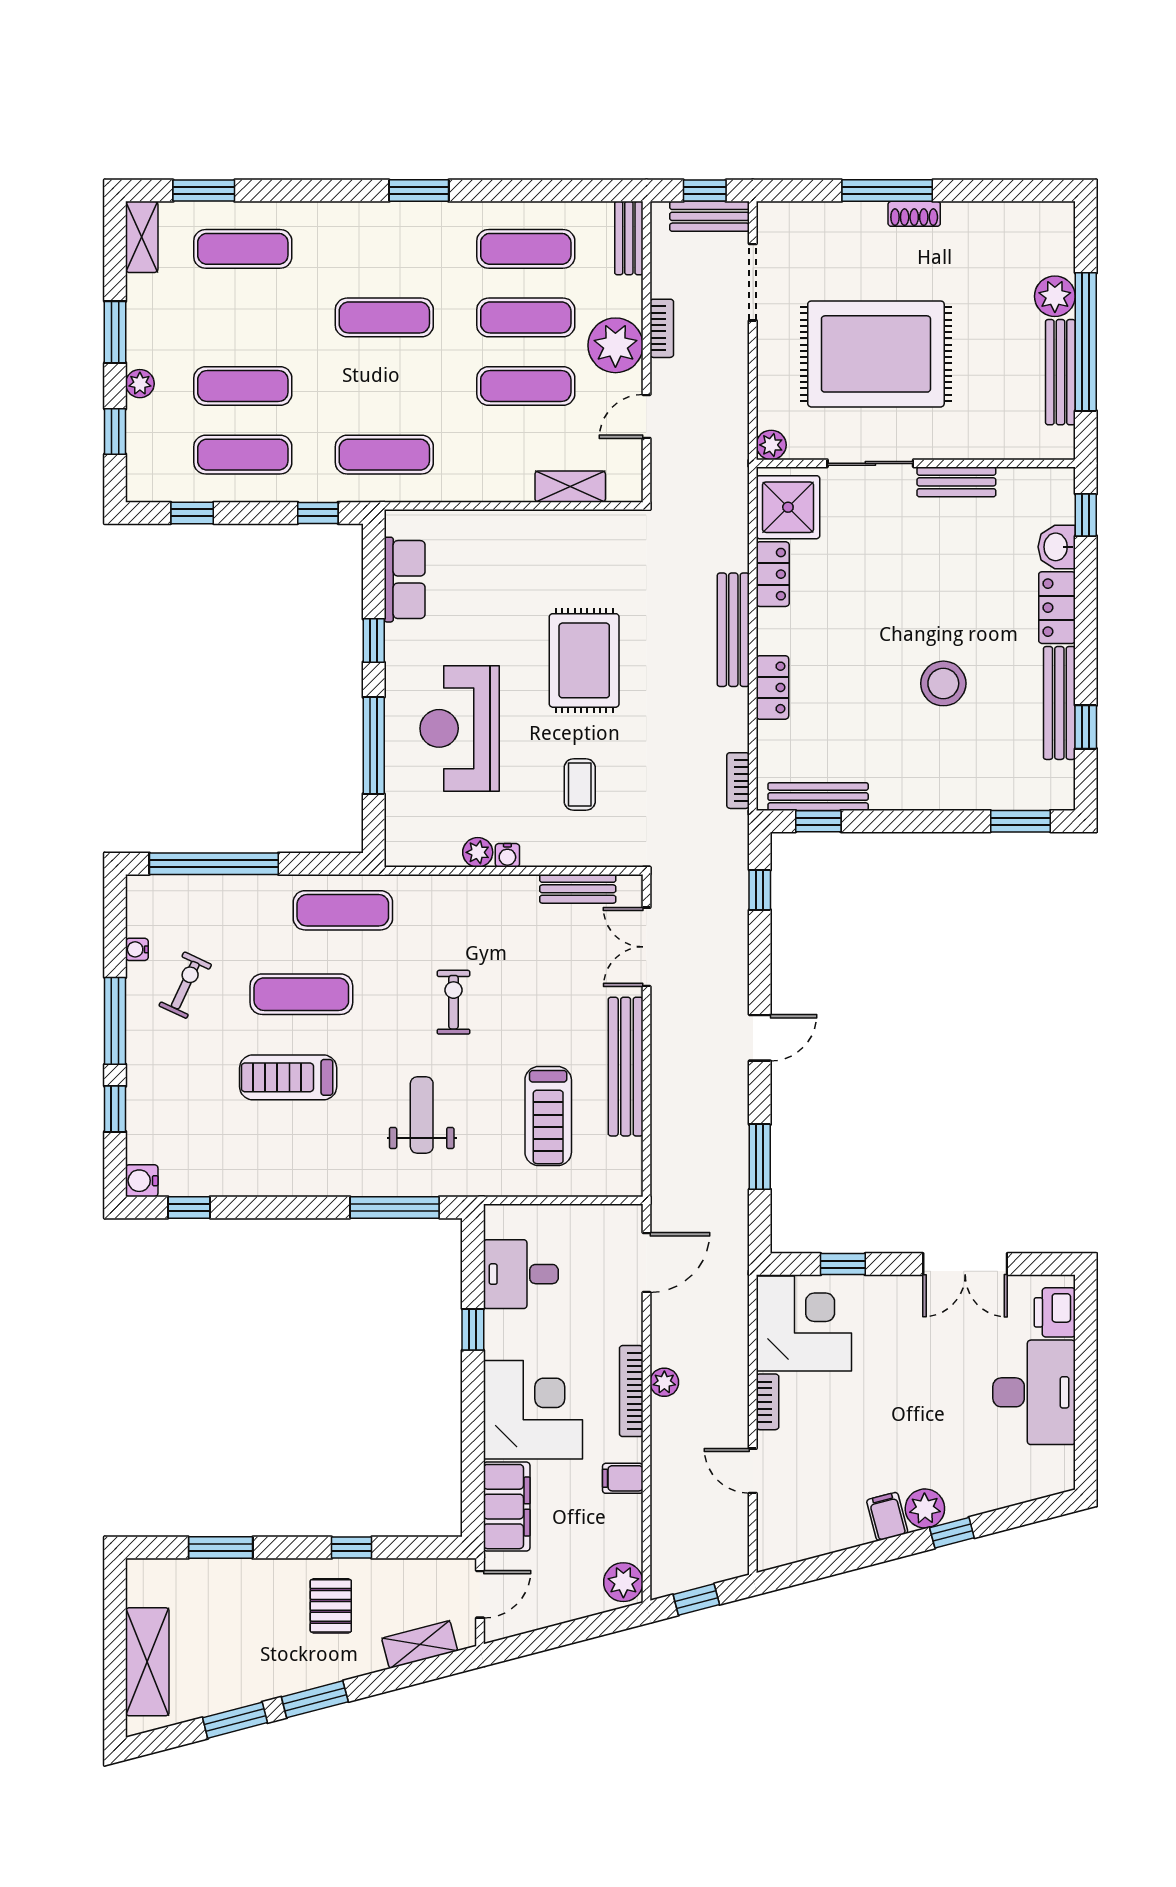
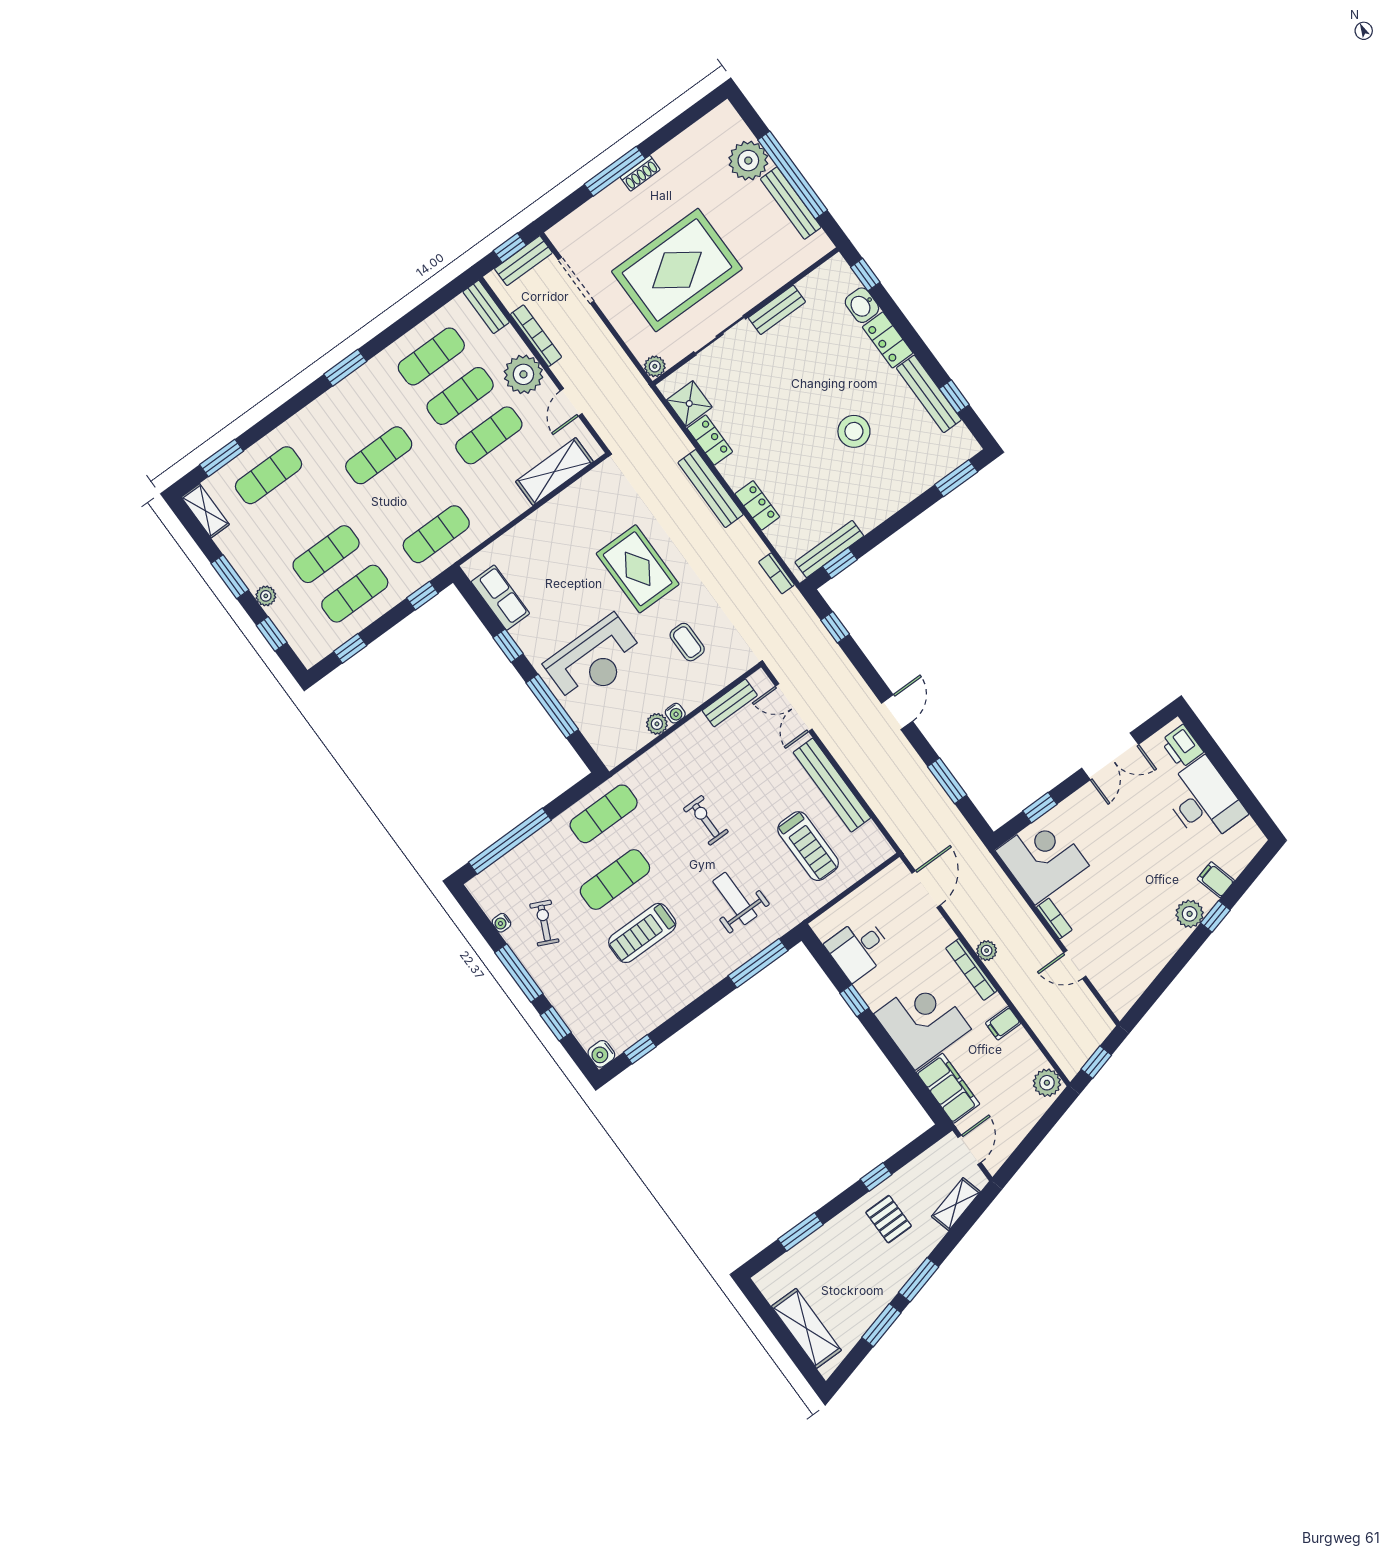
plant: (1055, 296) -> (748, 161), width x1.36, depth x1.36
bookcase: (662, 328) -> (536, 336), width x1.56
shelving: (570, 487) -> (554, 472), width x1.50, depth x1.33
shower: (788, 507) -> (689, 403), width x0.73, depth x0.73
reception desk: (460, 728) -> (594, 660), turned -90
filing cabinet: (887, 1516) -> (1216, 880), moved

